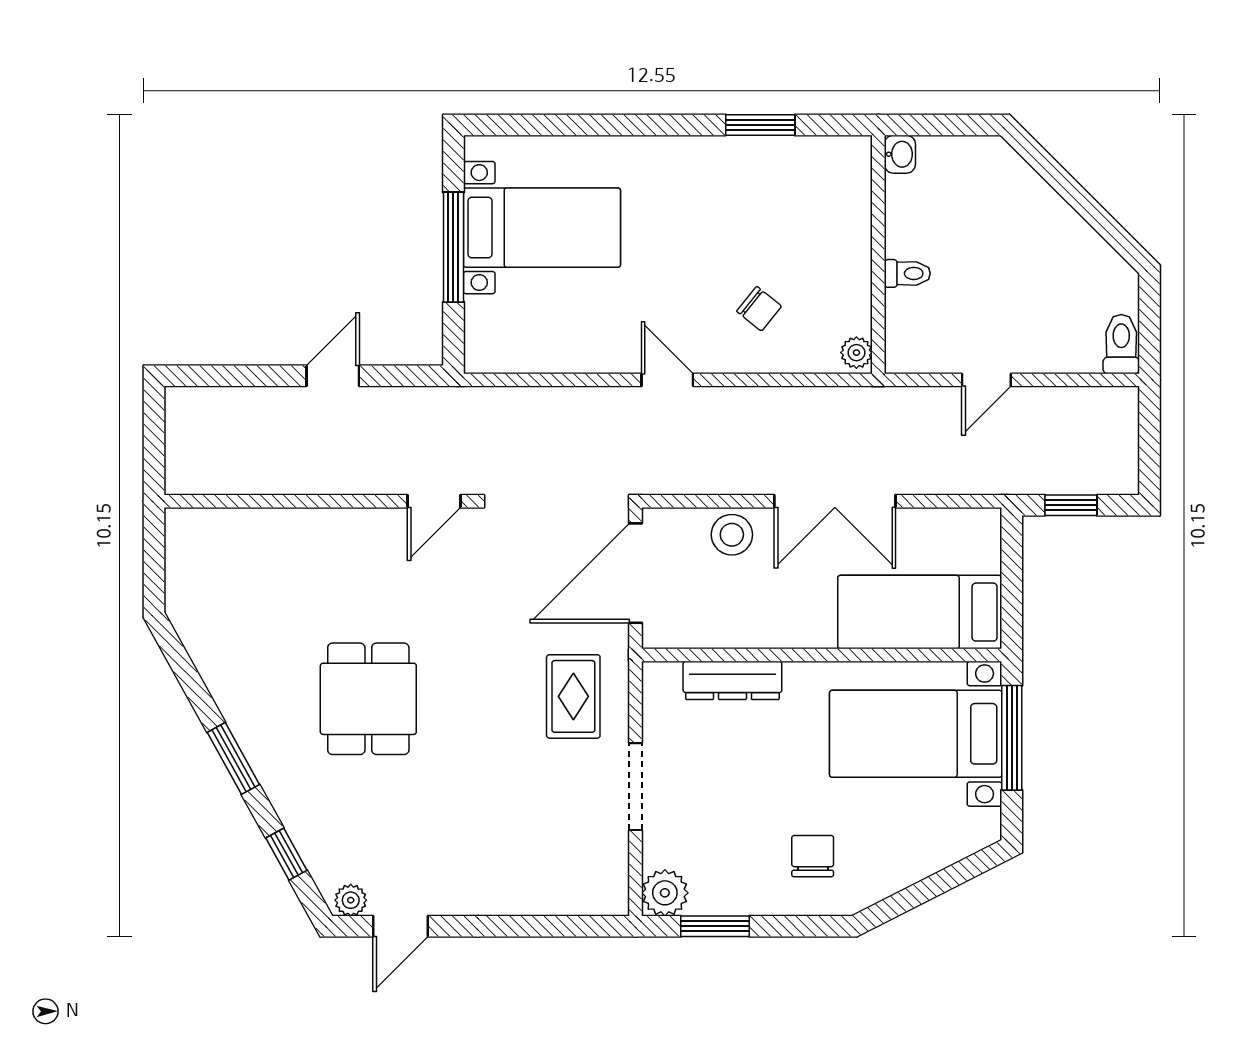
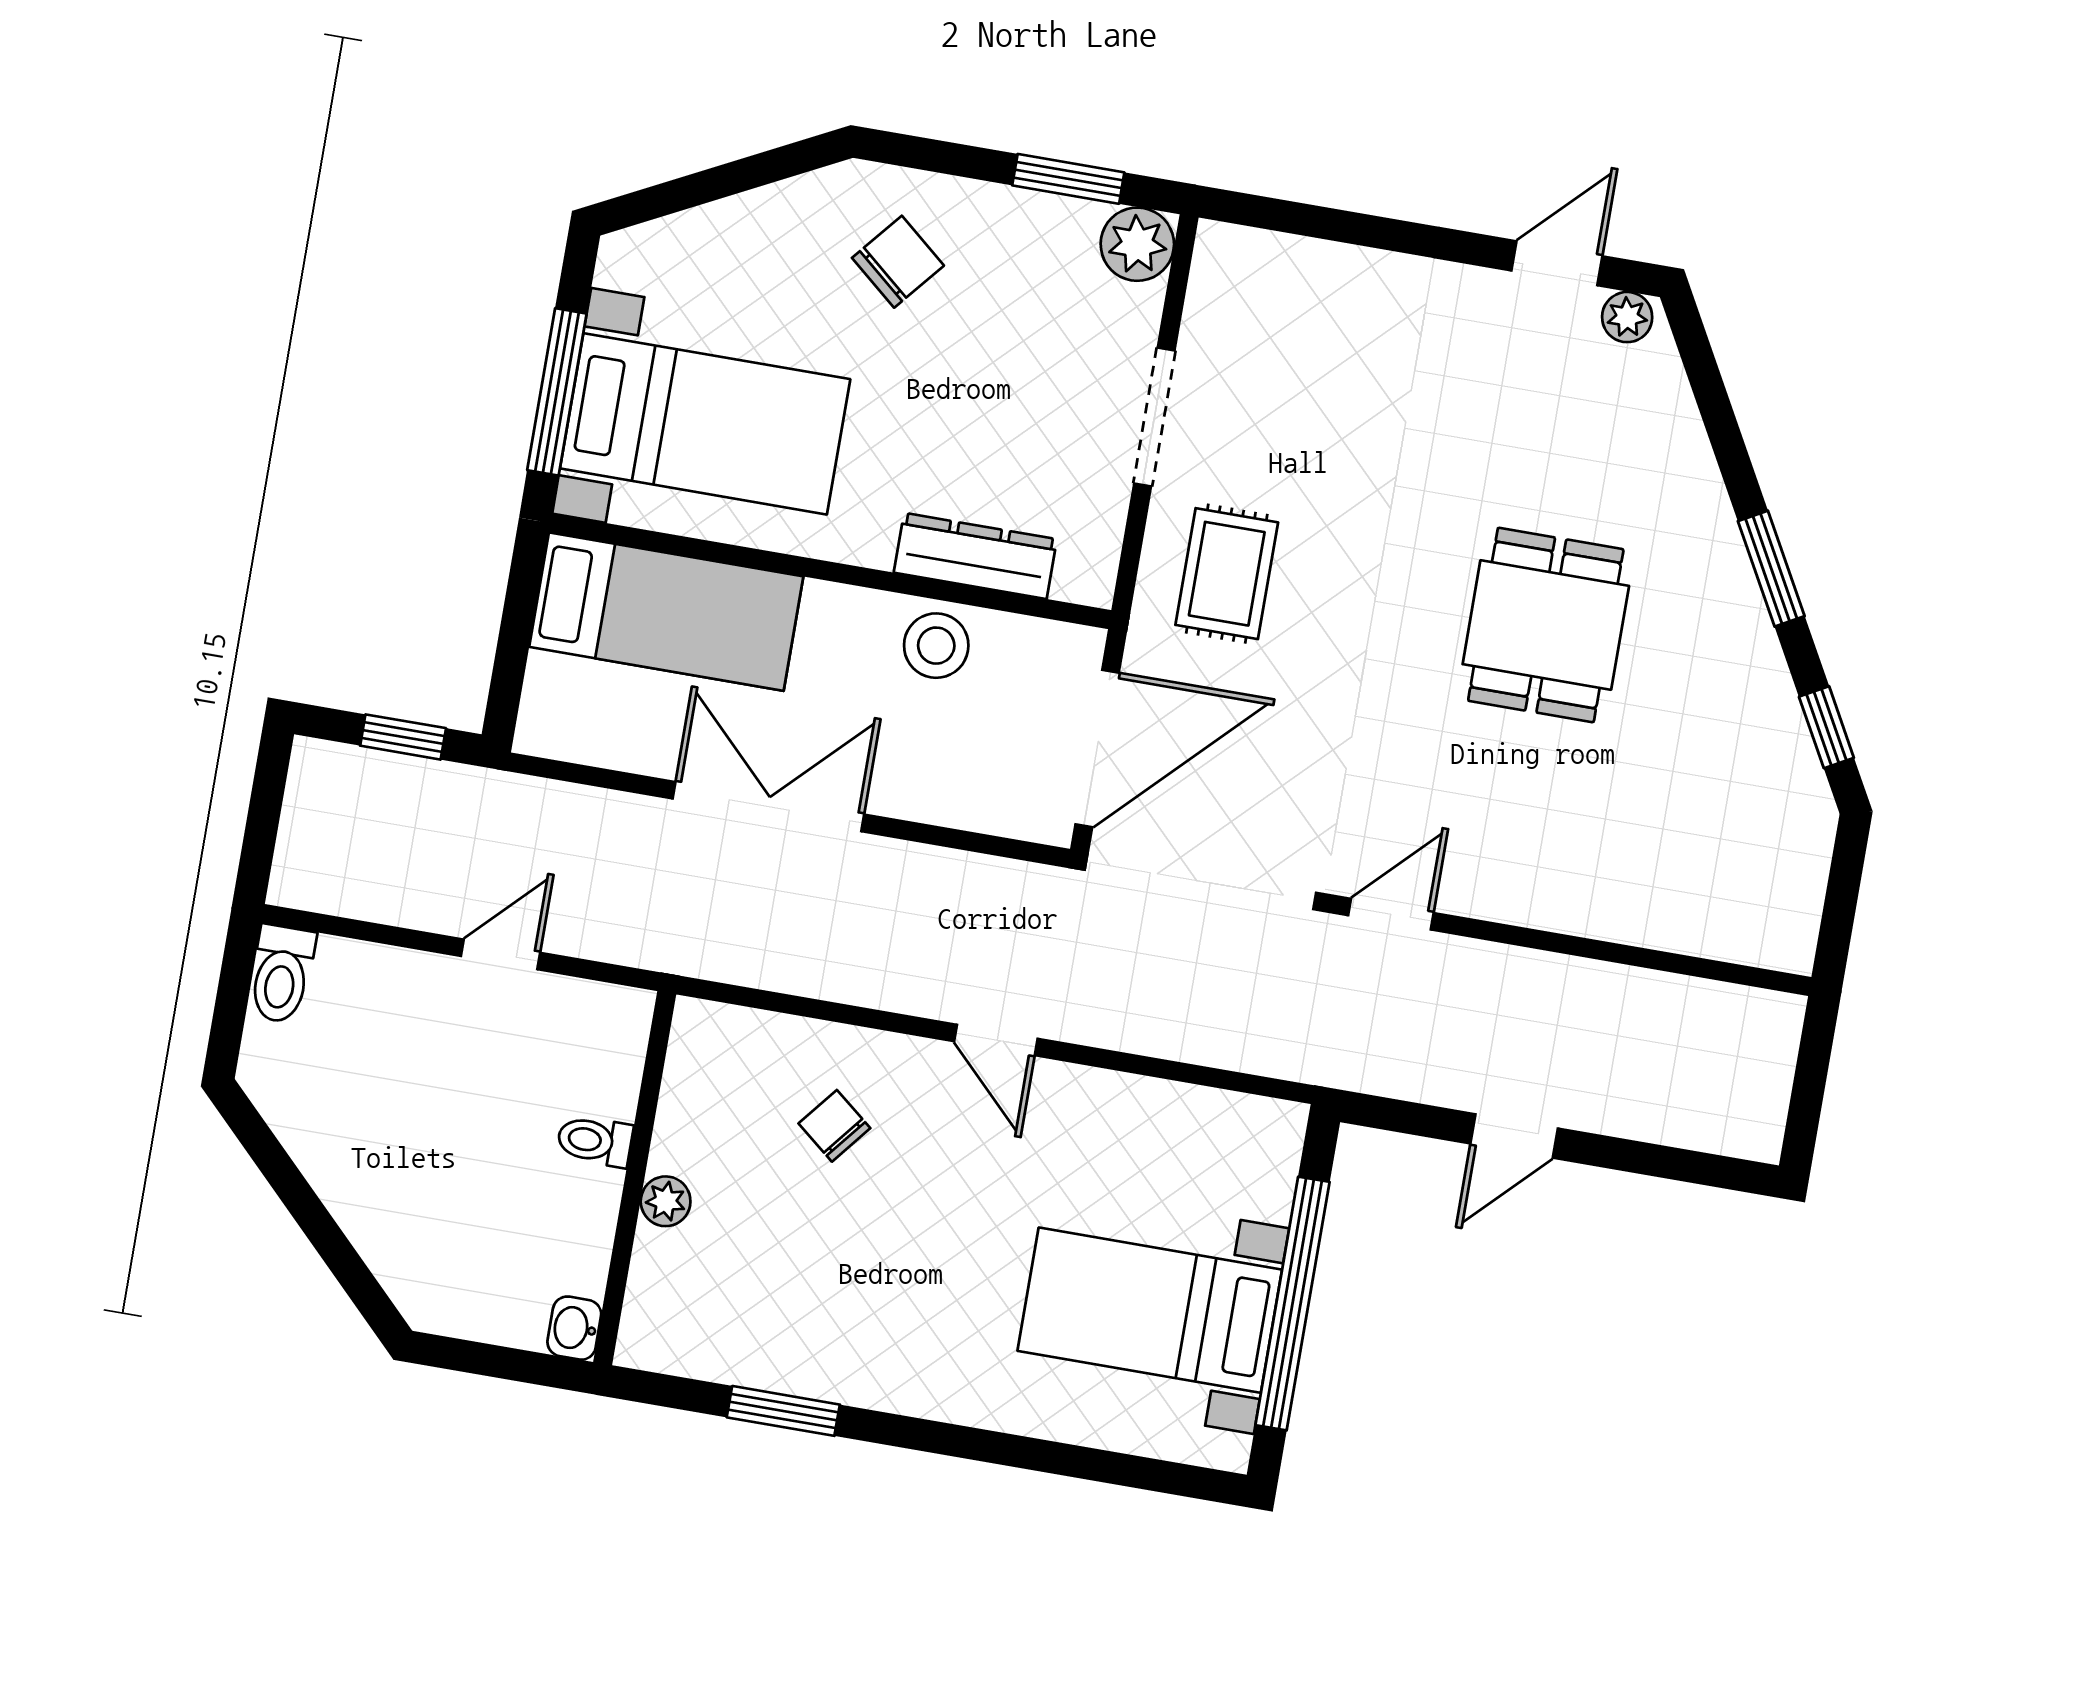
window: (453, 247) -> (1292, 1304), width x1.46
plant: (856, 353) -> (666, 1201), moved
stool: (732, 535) -> (936, 646), moved
window: (286, 854) -> (1826, 727), moved
chair: (813, 856) -> (898, 262), turned -140

